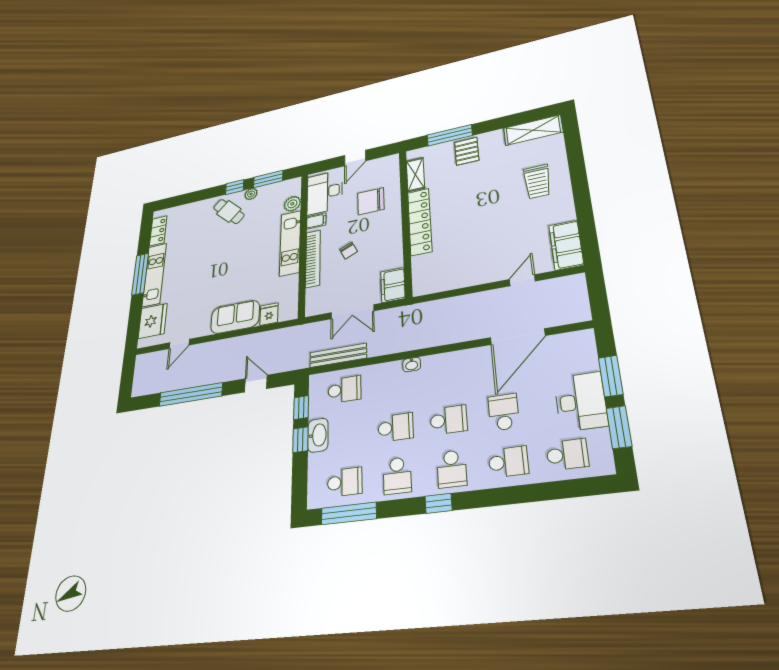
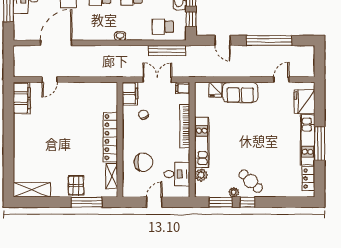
trolley: (537, 181) -> (34, 149), removed
desk: (325, 192) -> (177, 174), width x0.73
filing cabinet: (316, 221) -> (183, 88), moved
chair: (349, 251) -> (143, 115), moved

